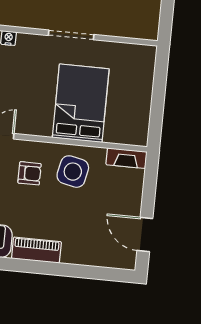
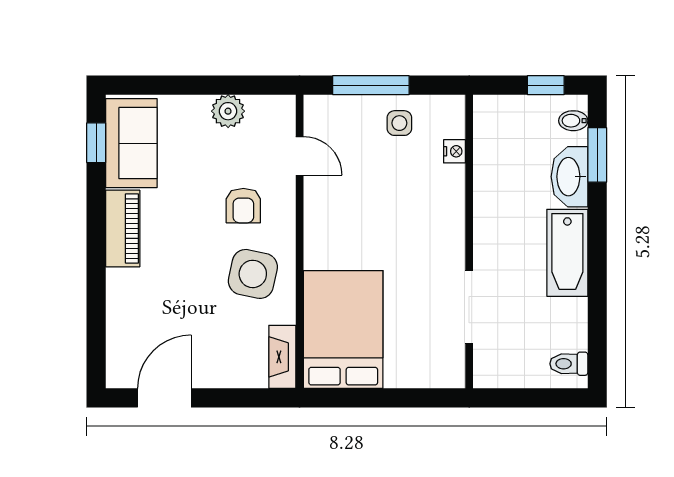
doorway: (71, 35) -> (469, 307), moved
bed: (81, 103) -> (343, 330), moved, turned -90

